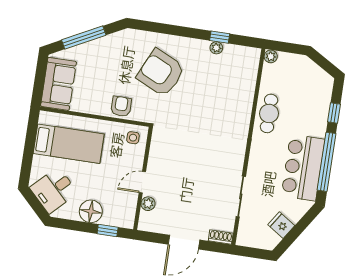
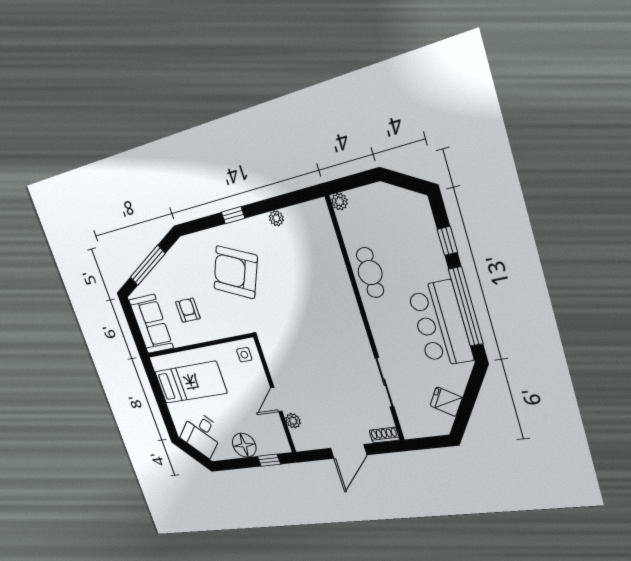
window: (220, 37) -> (233, 215), moved
armchair: (121, 106) -> (188, 310), moved

